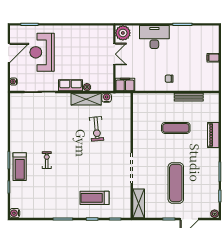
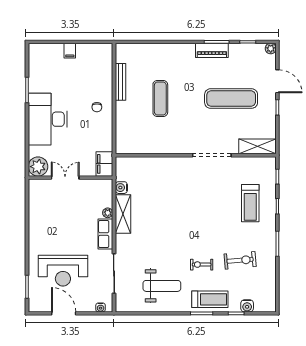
desk: (154, 37) -> (48, 119), width x1.36, depth x1.30
weight bench: (30, 129) -> (162, 286), added
exercise bike: (96, 129) -> (240, 260), moved
piano: (213, 135) -> (212, 50), moved
water cooler: (15, 213) -> (247, 306), moved

